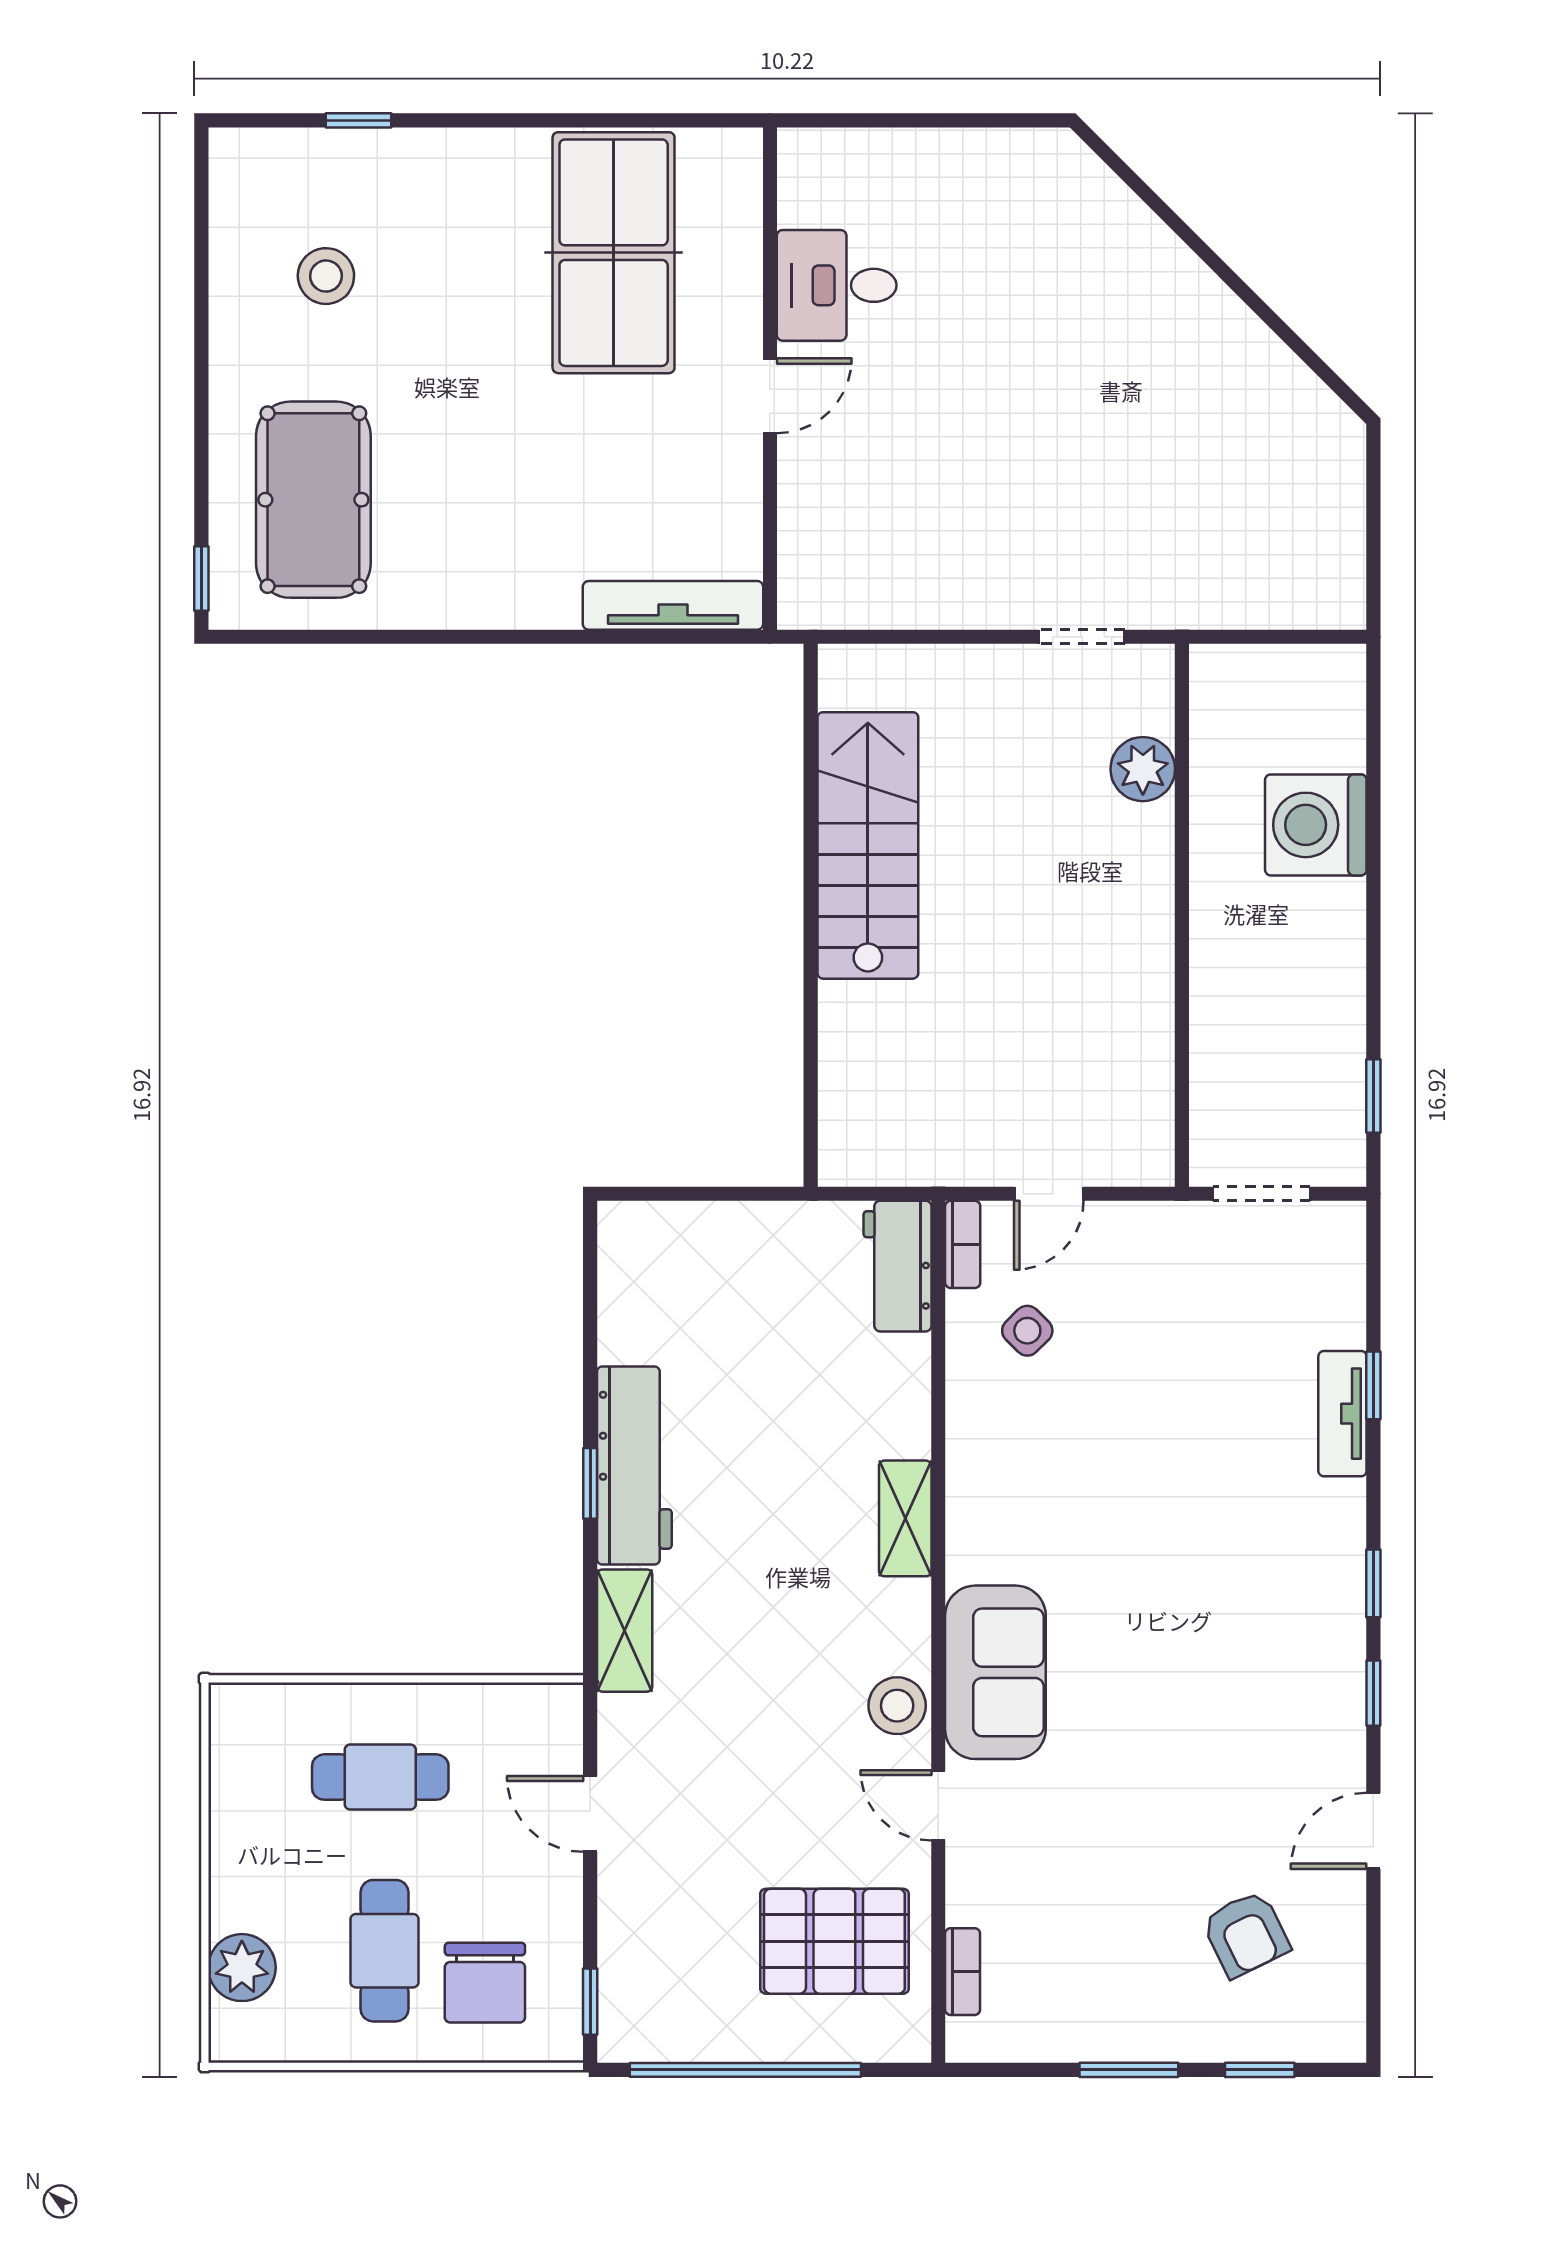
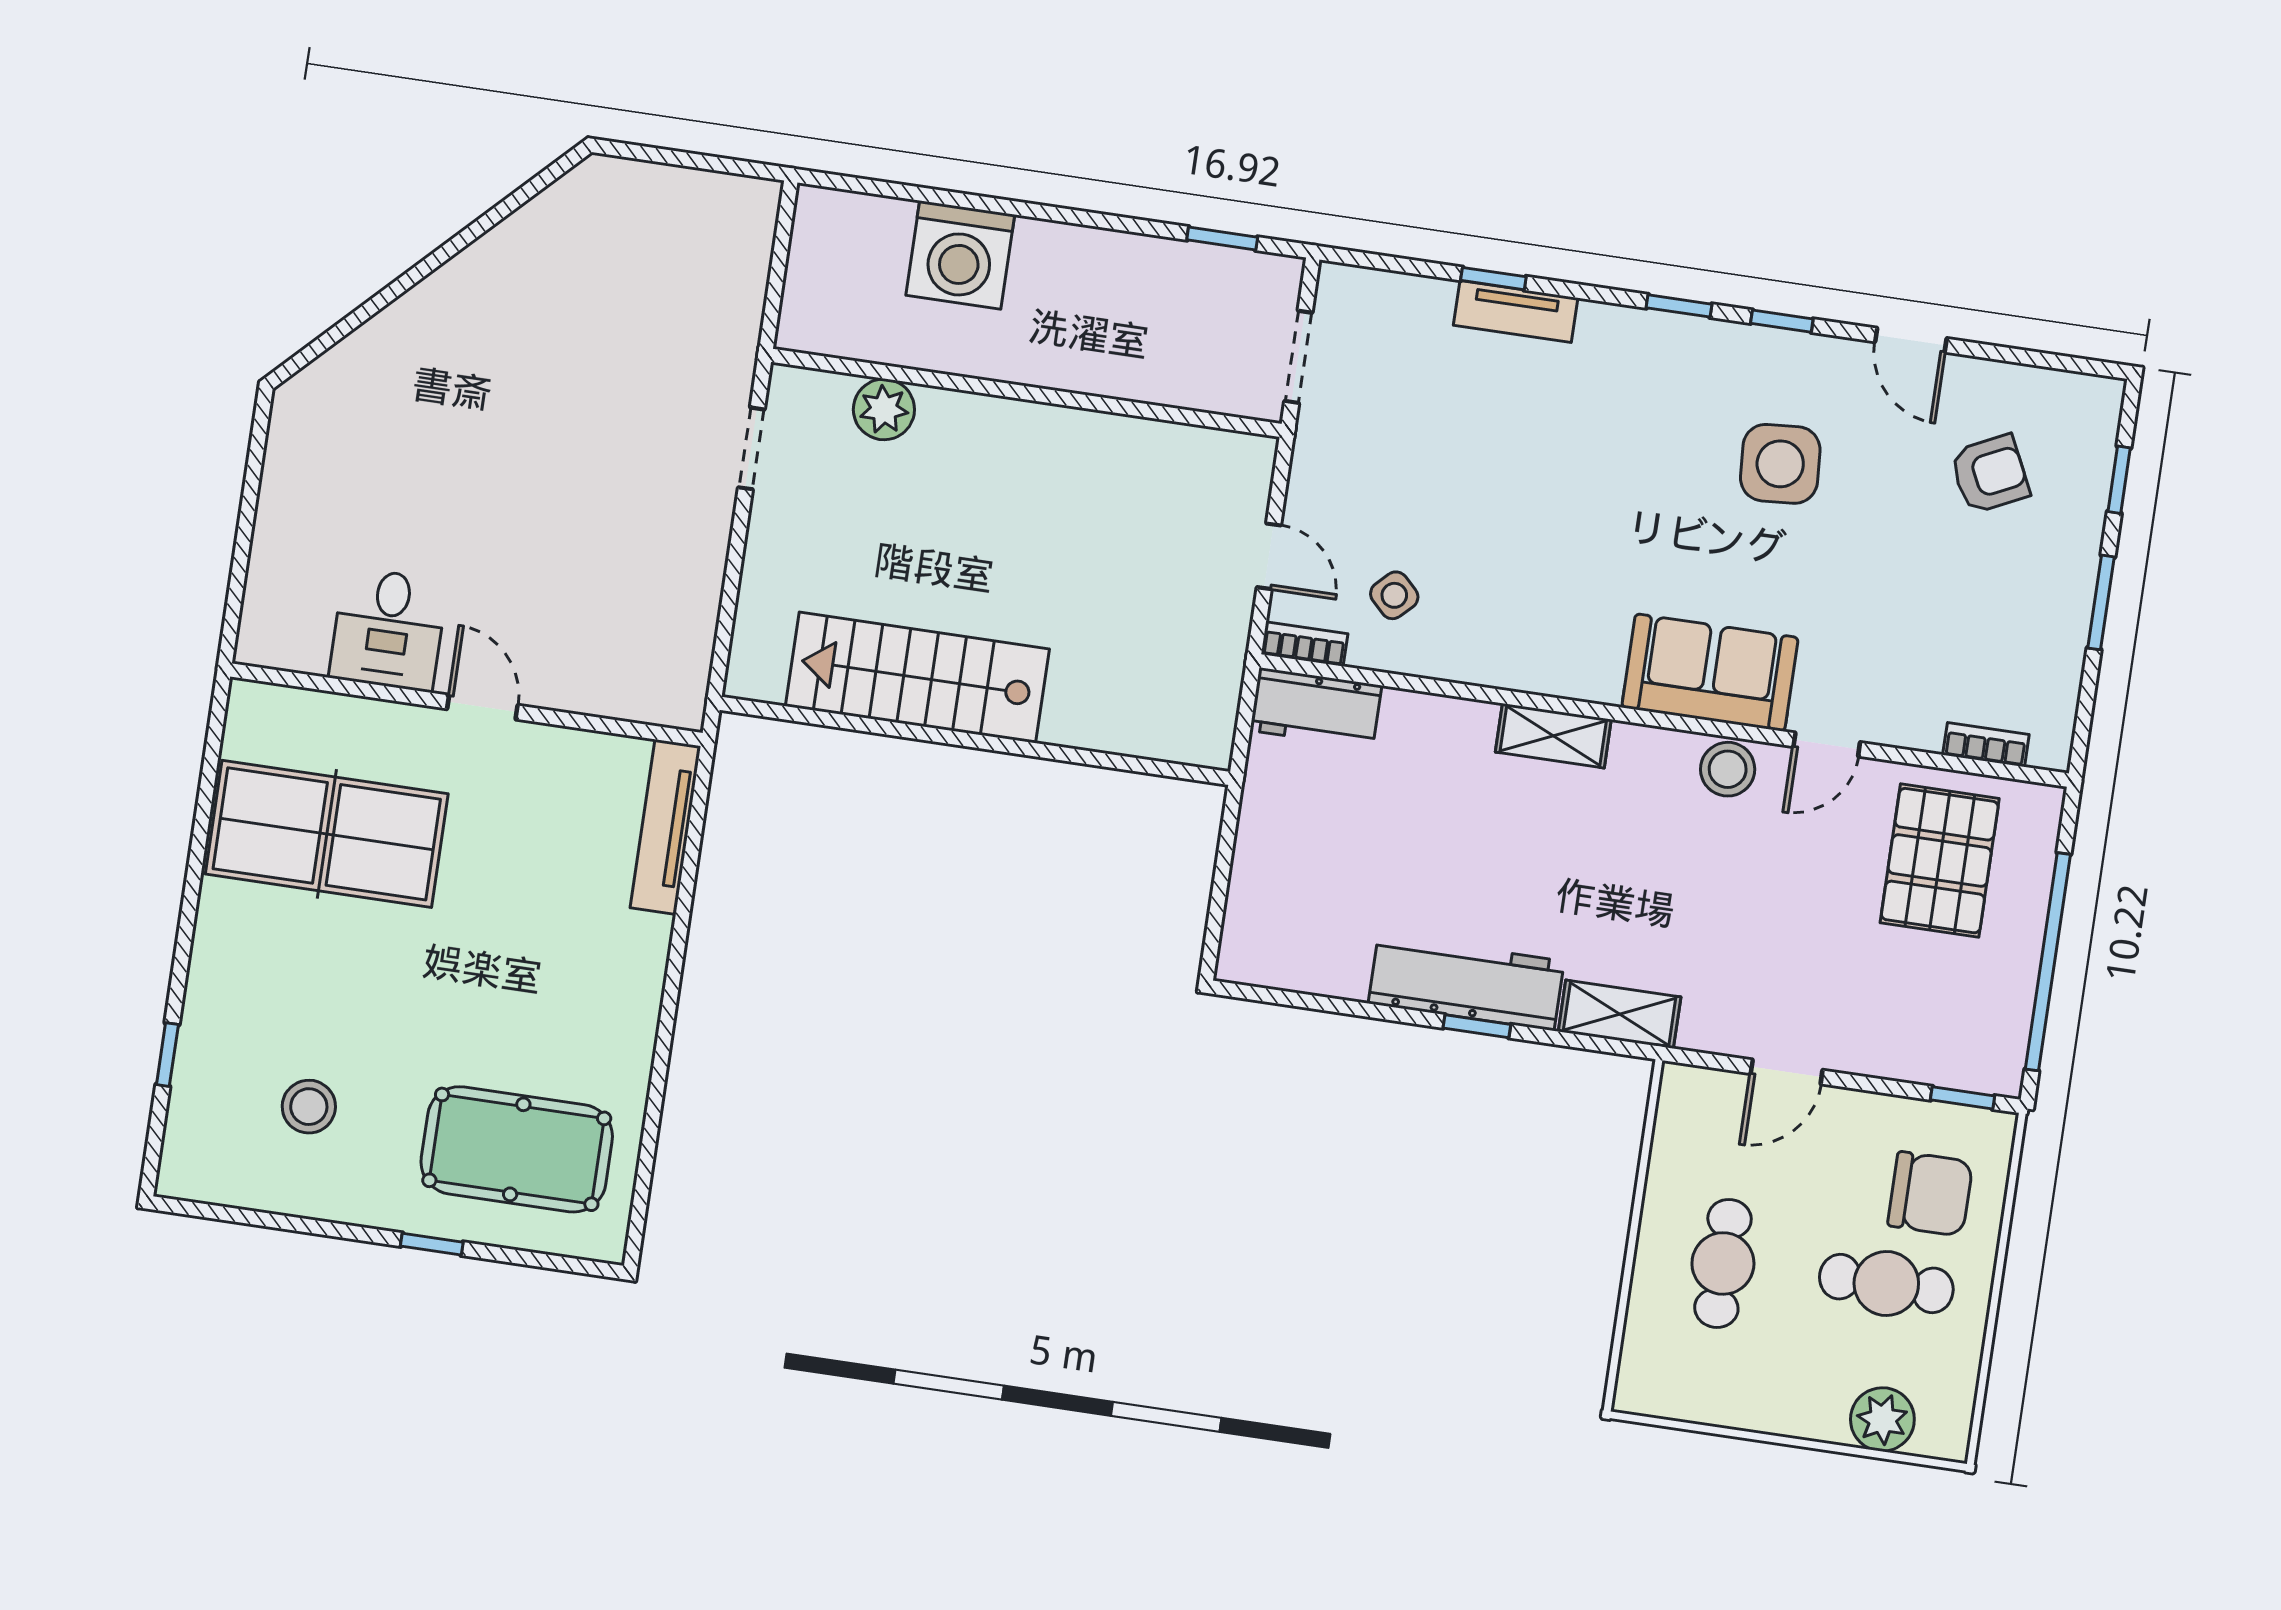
window: (201, 578) -> (432, 1244), moved
side table: (1224, 1713) -> (1780, 464), added

